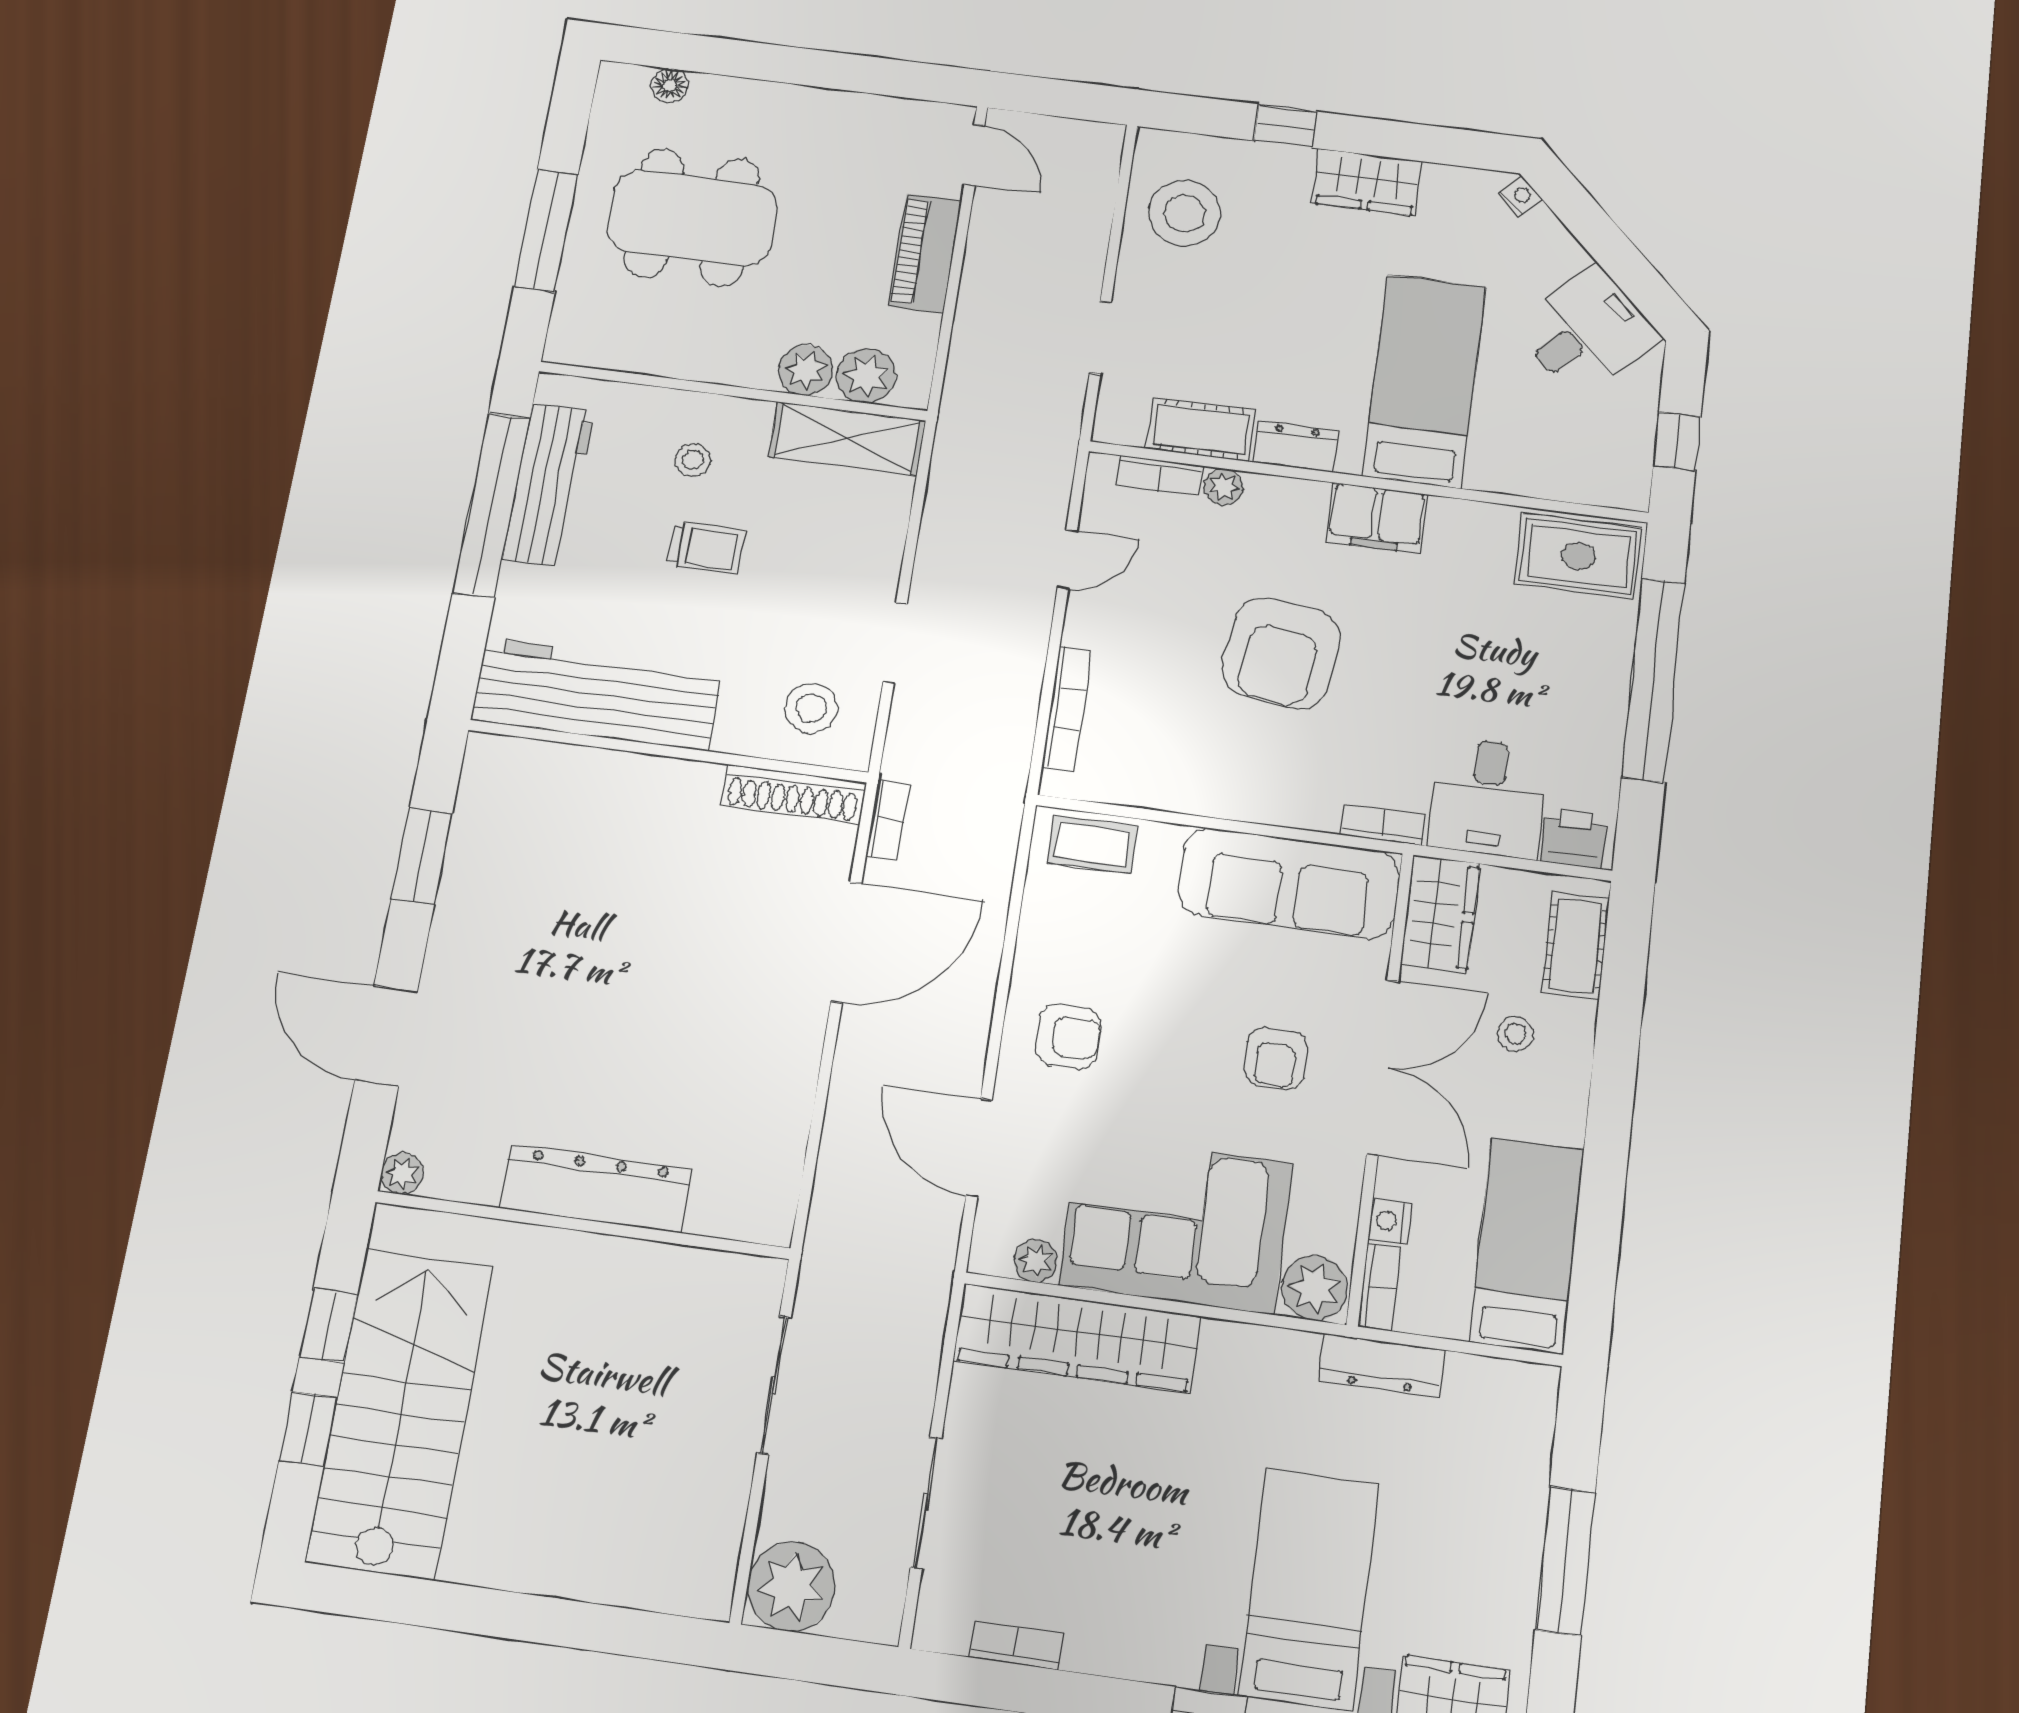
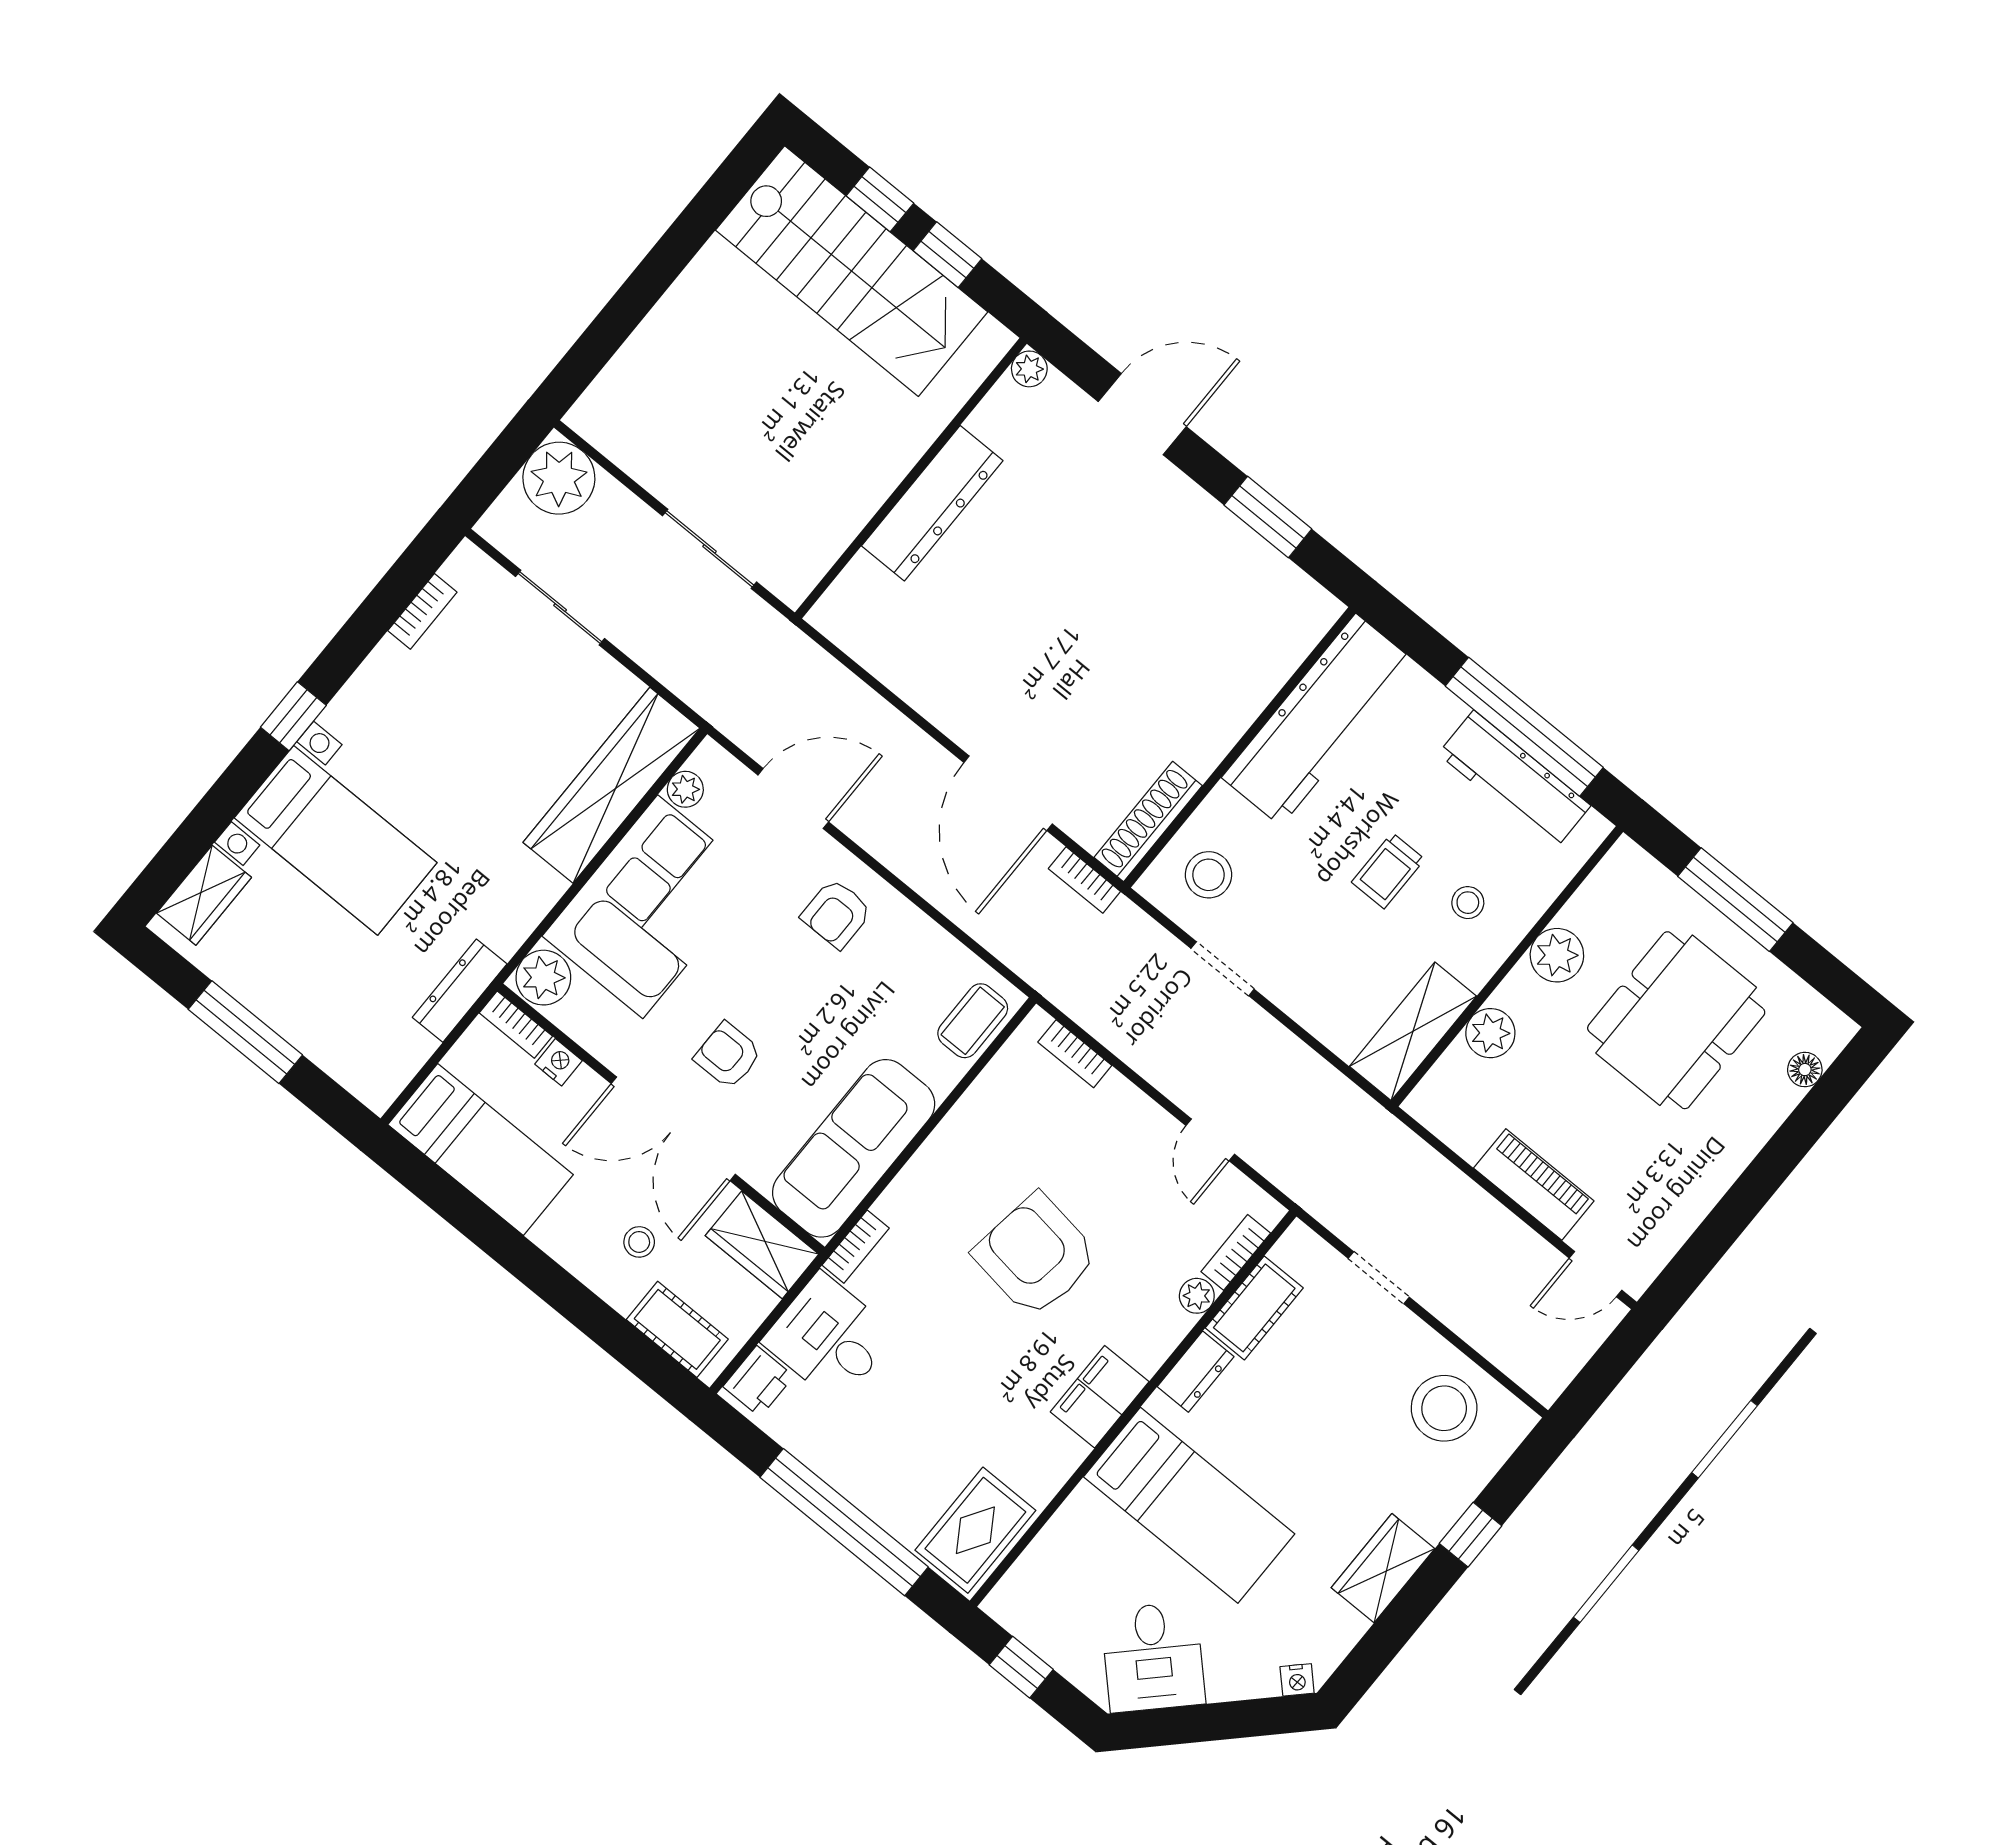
plant: (866, 376) -> (1557, 955), moved
bookcase: (1067, 709) -> (1075, 1054), width x0.64

